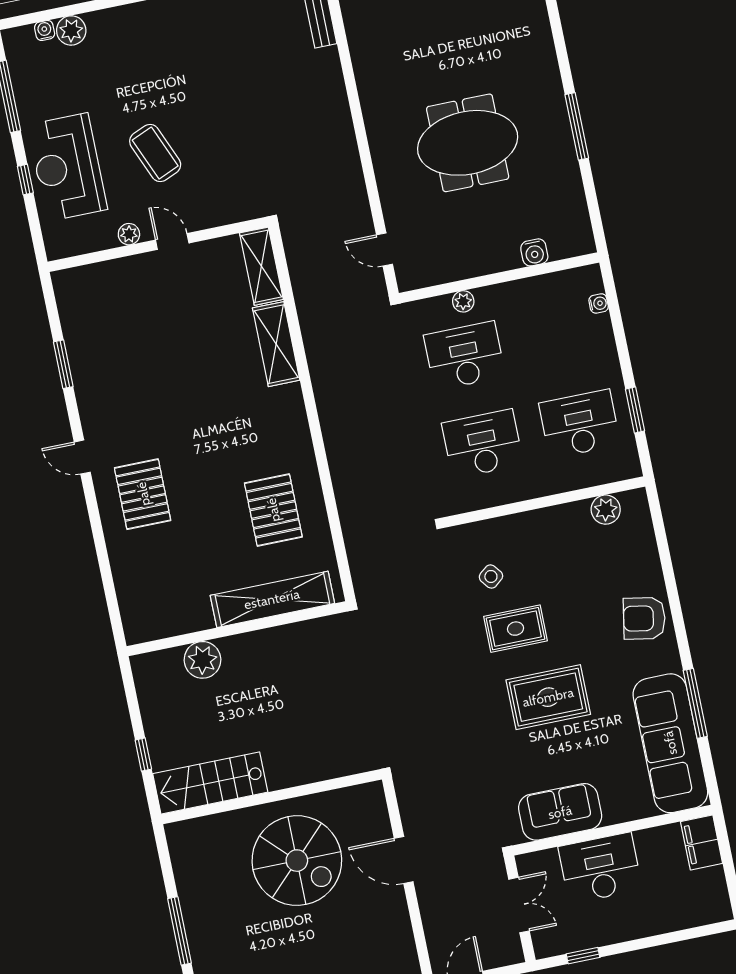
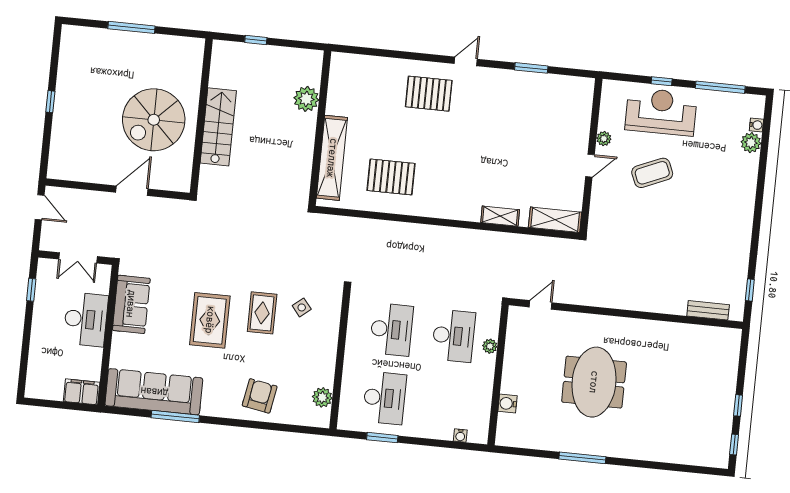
shelving: (276, 344) -> (500, 216), width x0.67, depth x0.75
armchair: (644, 618) -> (260, 396), moved
stairs: (210, 783) -> (218, 127), moved

